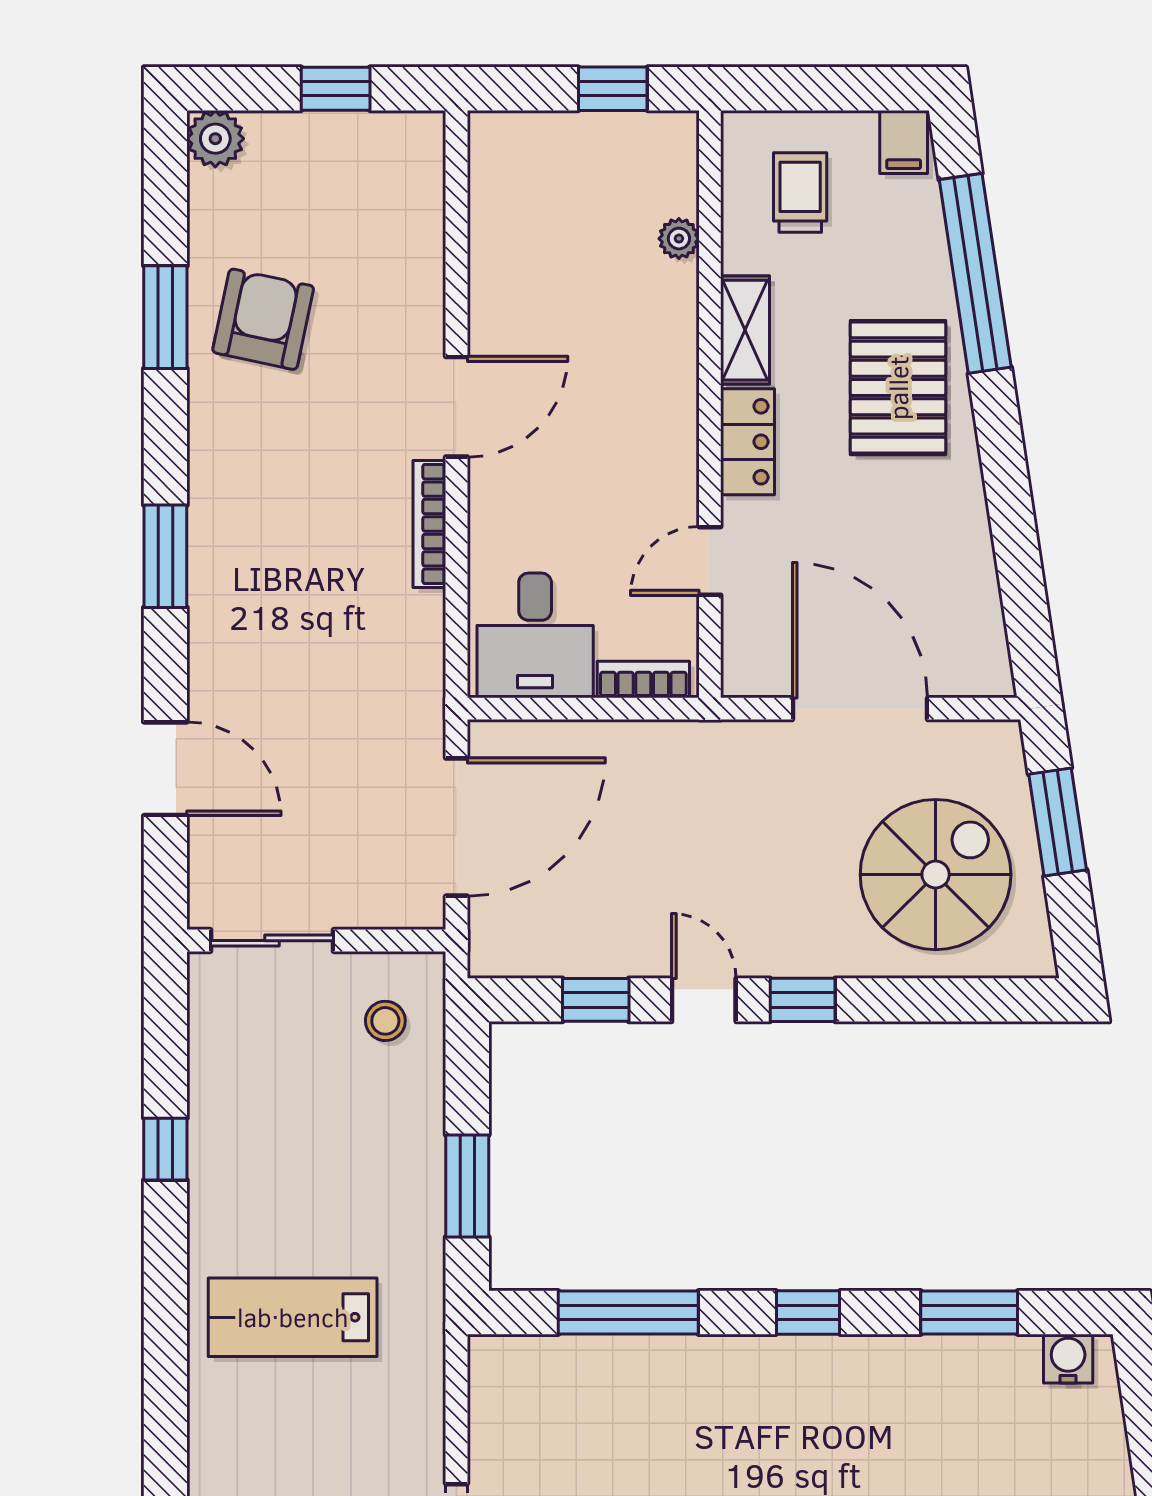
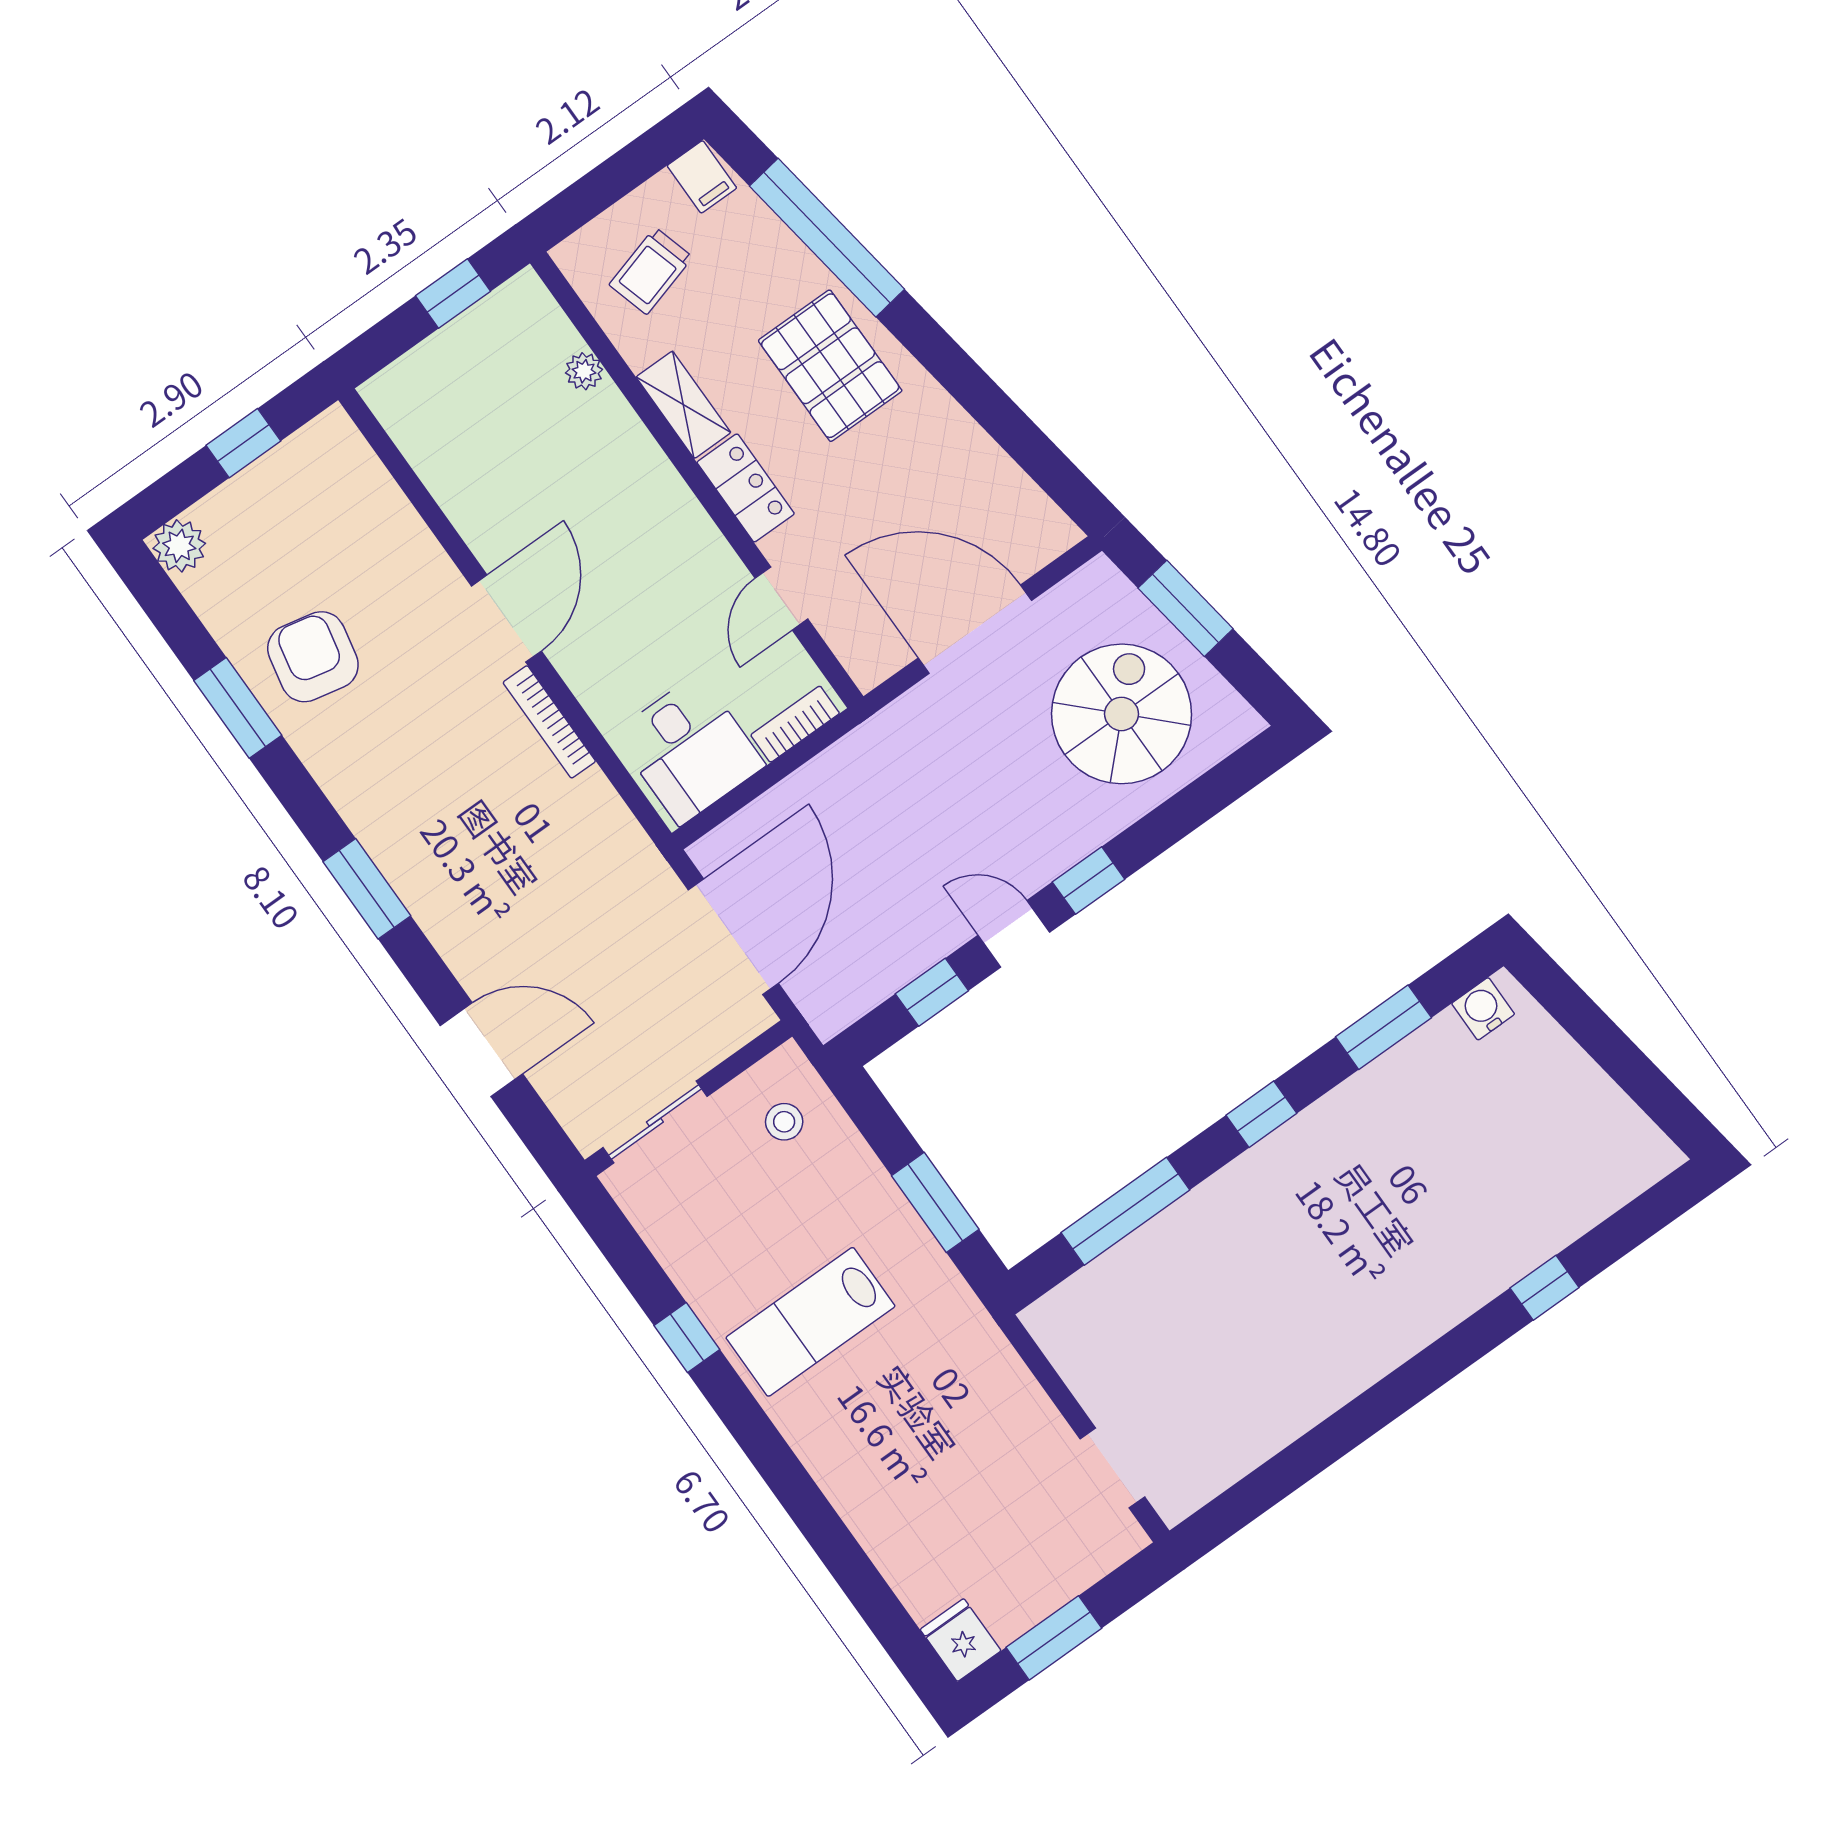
trolley: (800, 192) -> (651, 271), turned -106
lab bench: (293, 1317) -> (810, 1322), moved

